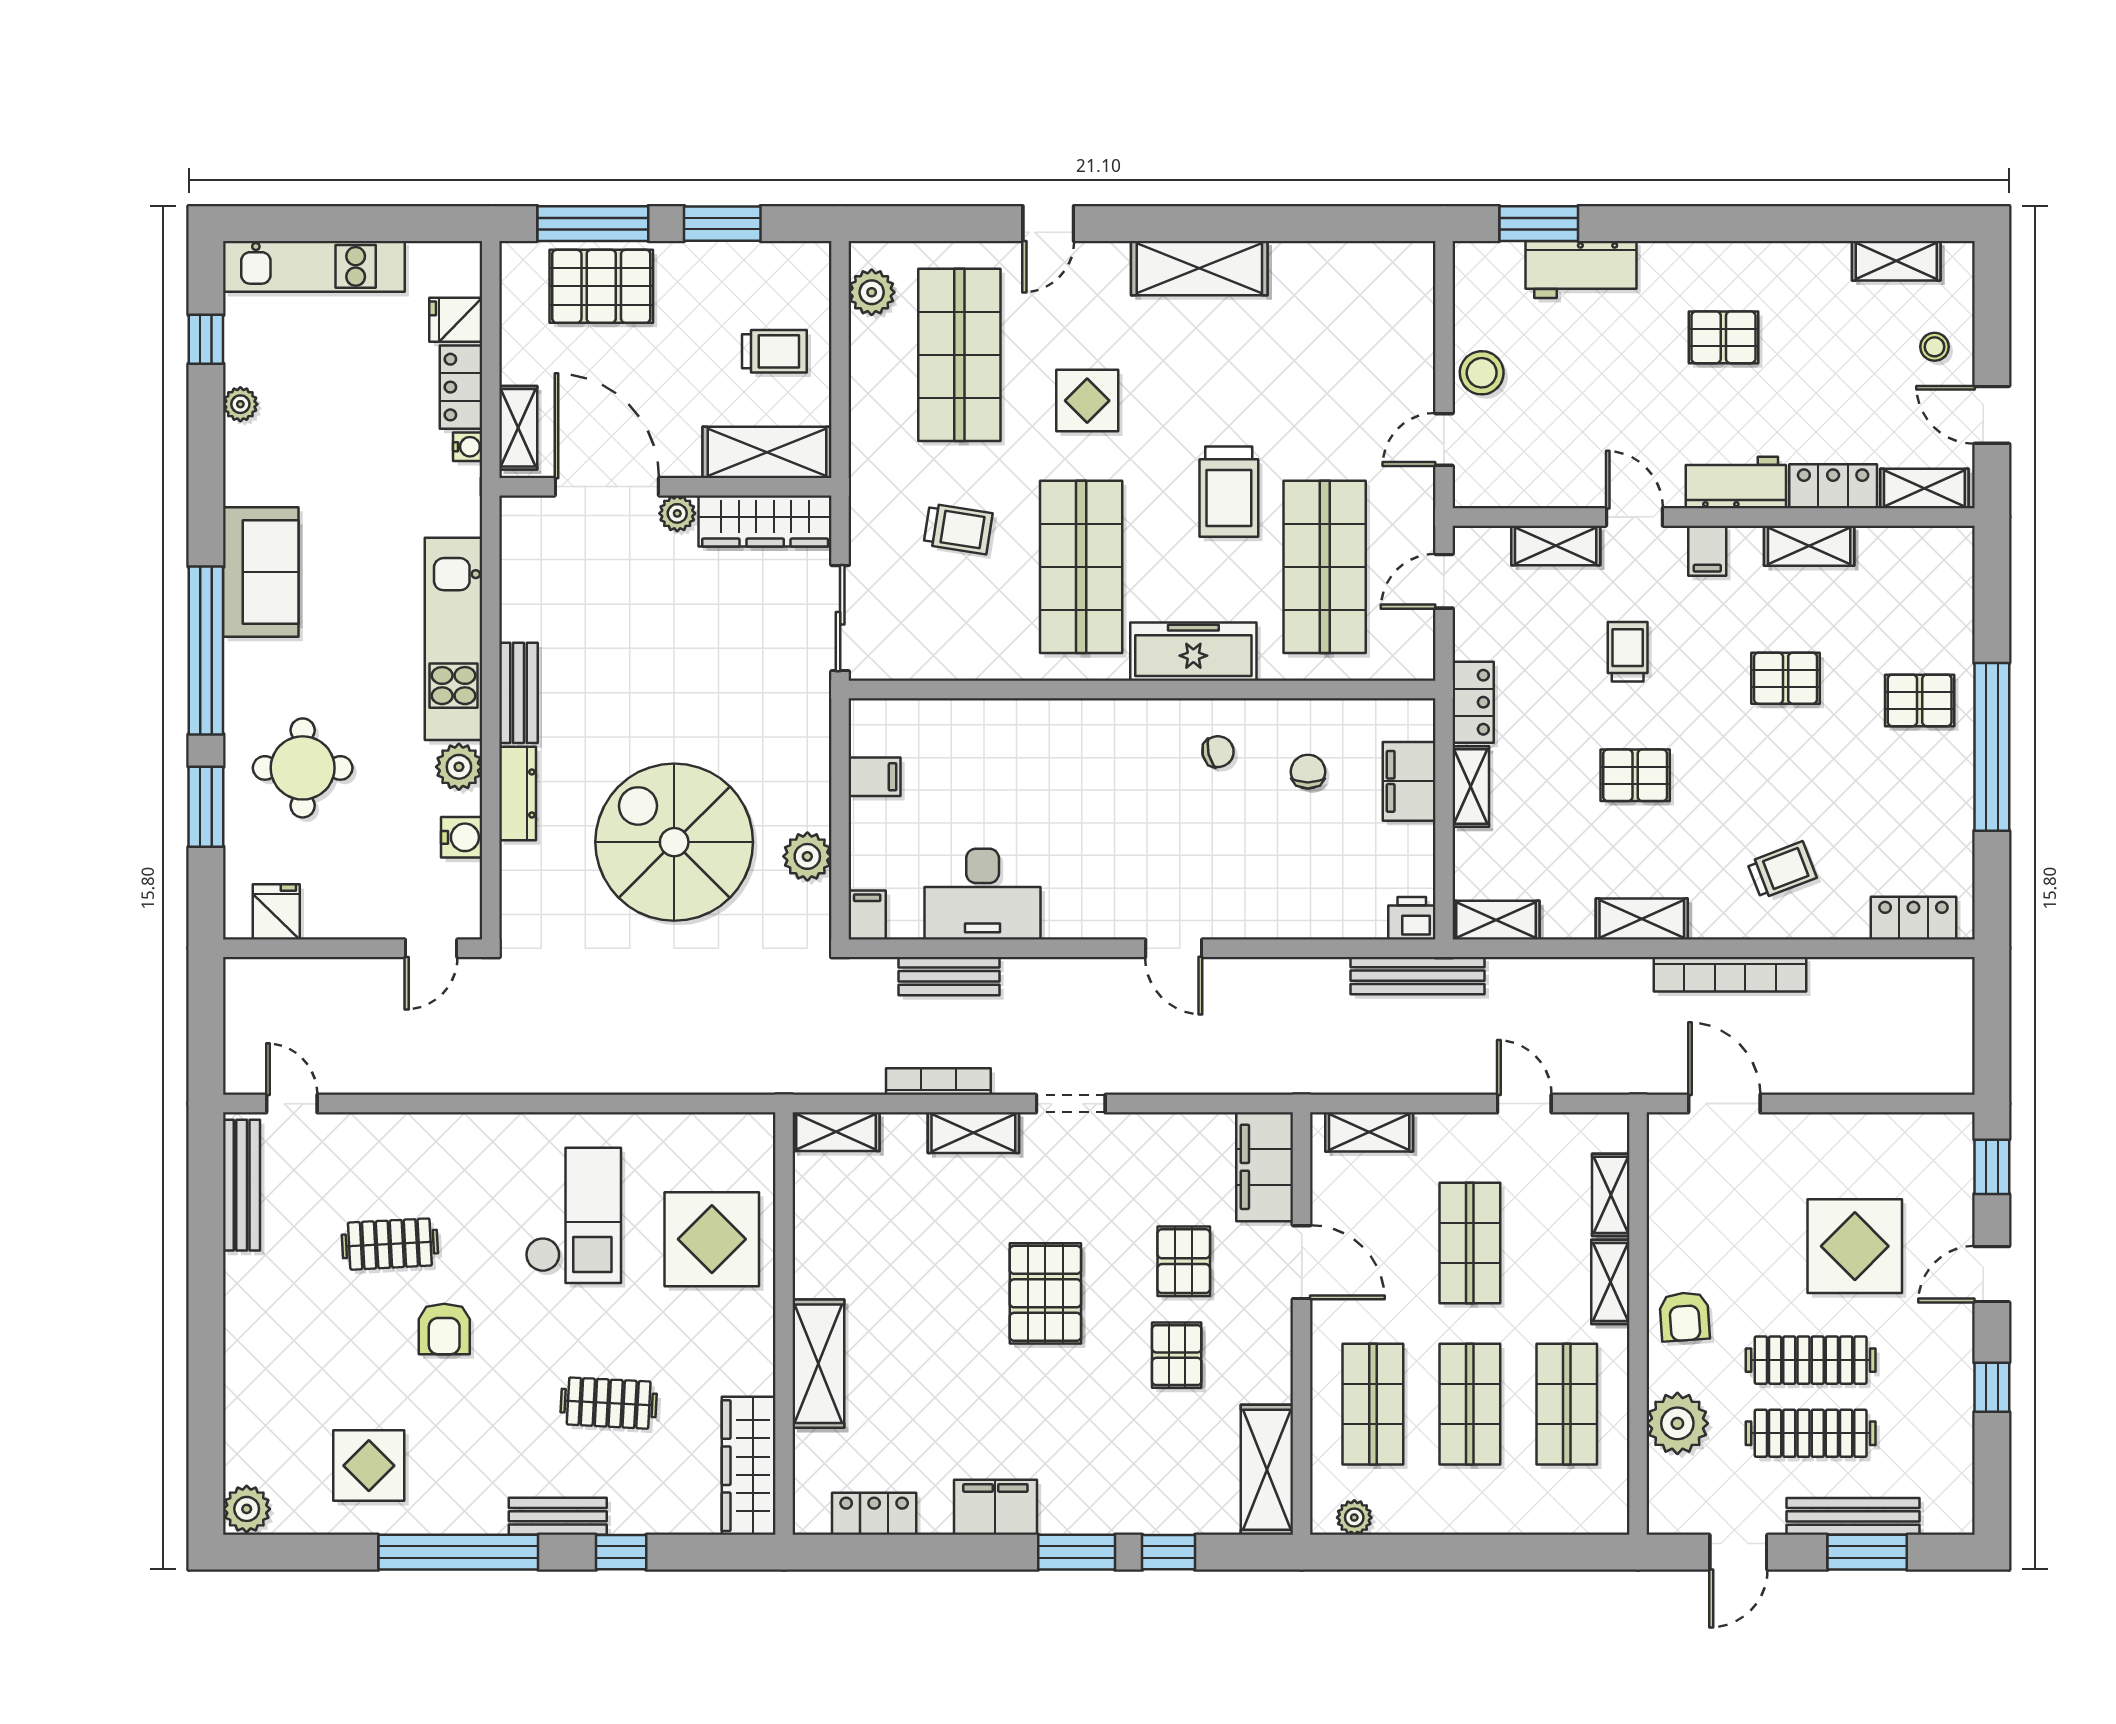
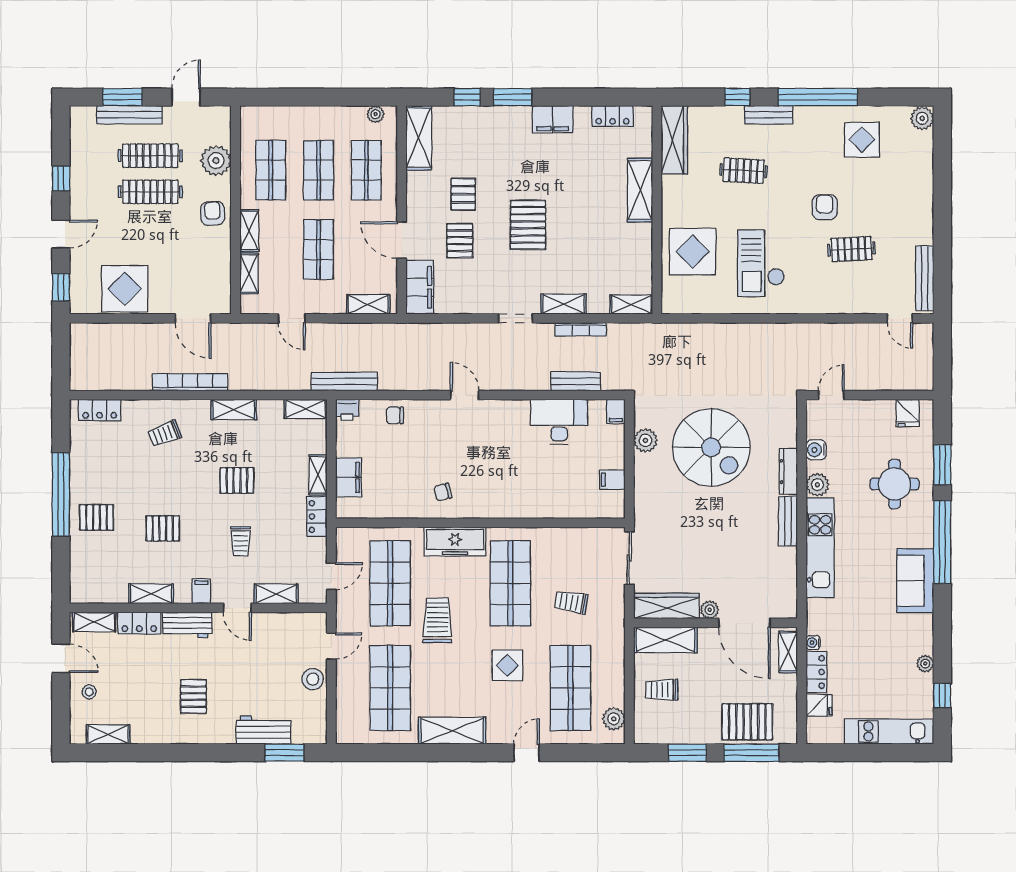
pallet: (1723, 337) -> (193, 697), turned 90
shop shelf: (1325, 355) -> (390, 688), added
chair: (1308, 772) -> (395, 415), moved, turned 90
display table: (1855, 1246) -> (125, 289), moved

